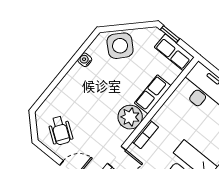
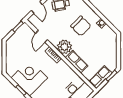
side table: (120, 46) -> (108, 45), removed
chair: (93, 93) -> (81, 26), added

